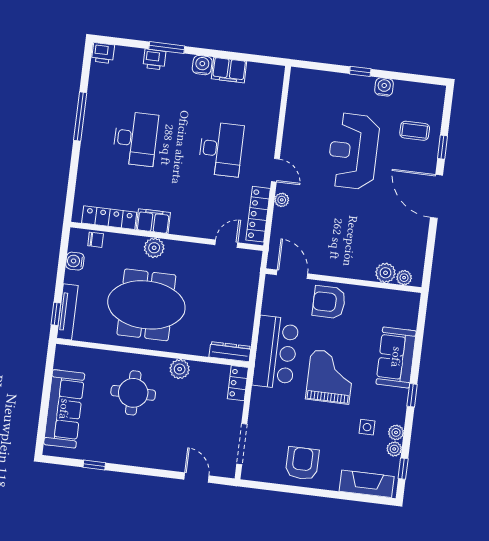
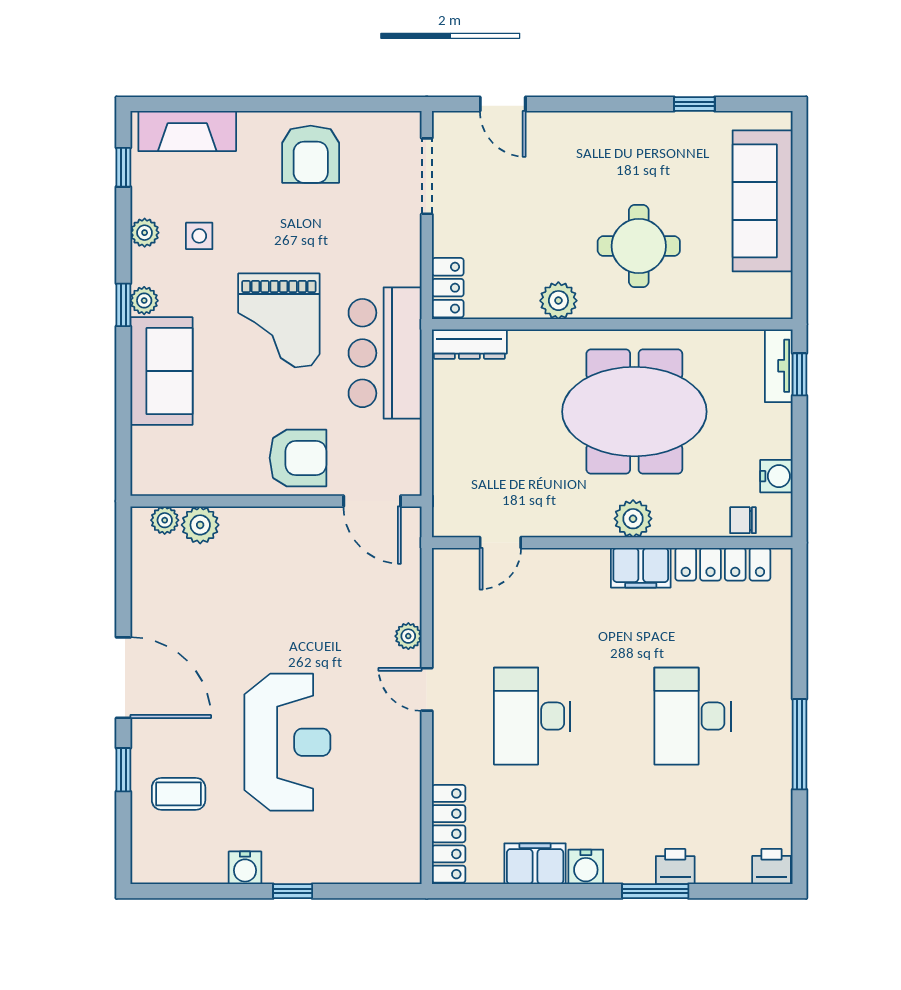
locker: (258, 214) -> (449, 834), moved
tv unit: (67, 312) -> (779, 366), width x0.71
plant: (394, 449) -> (144, 301), moved

